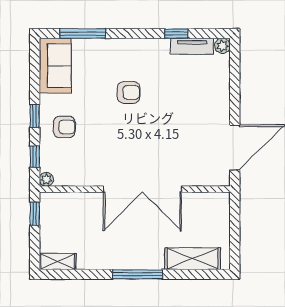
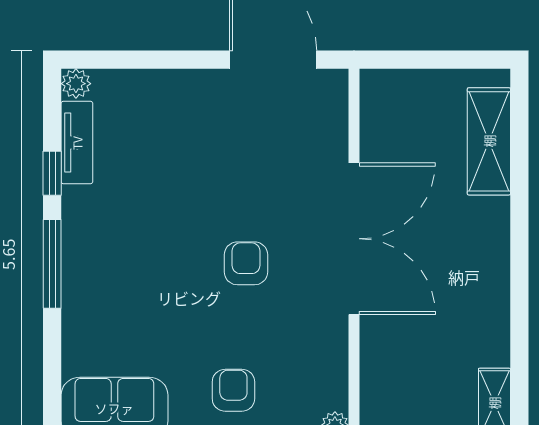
window: (83, 34) -> (52, 264), moved
armchair: (129, 92) -> (246, 263), moved
window: (138, 274) -> (519, 248), removed

